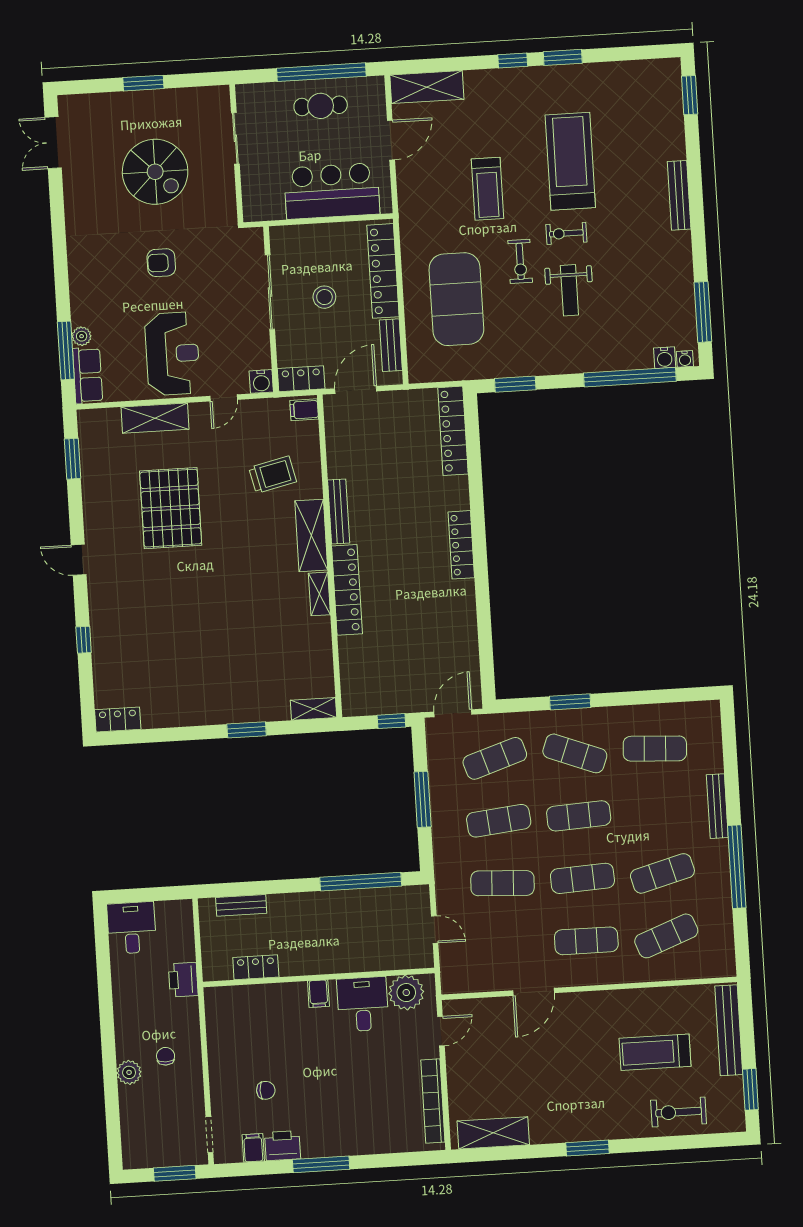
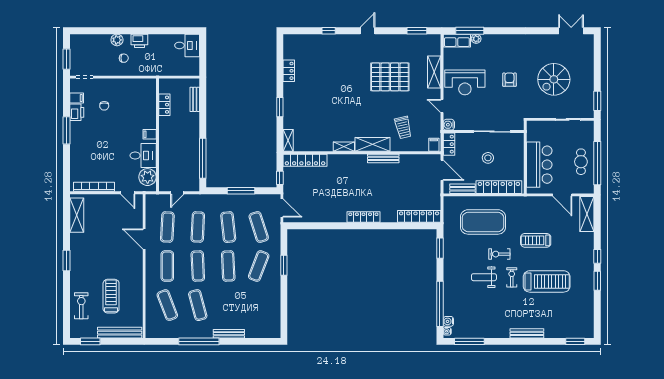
window: (143, 83) -> (597, 101), moved
locker: (347, 590) -> (305, 160), moved
locker: (118, 720) -> (289, 71), moved
exercise mat: (655, 749) -> (167, 227), moved
printer: (183, 980) -> (139, 41), moved, turned 180

